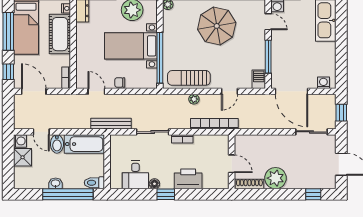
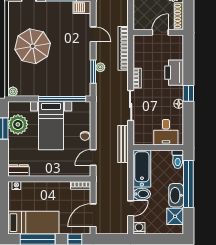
cot: (60, 34) -> (40, 191), removed
sun lounger: (189, 78) -> (81, 72), removed
window: (189, 91) -> (93, 72), added
shower: (23, 157) -> (175, 216), moved
desk: (135, 175) -> (166, 132), moved, turned 90
washbasin: (56, 183) -> (176, 195), width x1.91, depth x1.45

